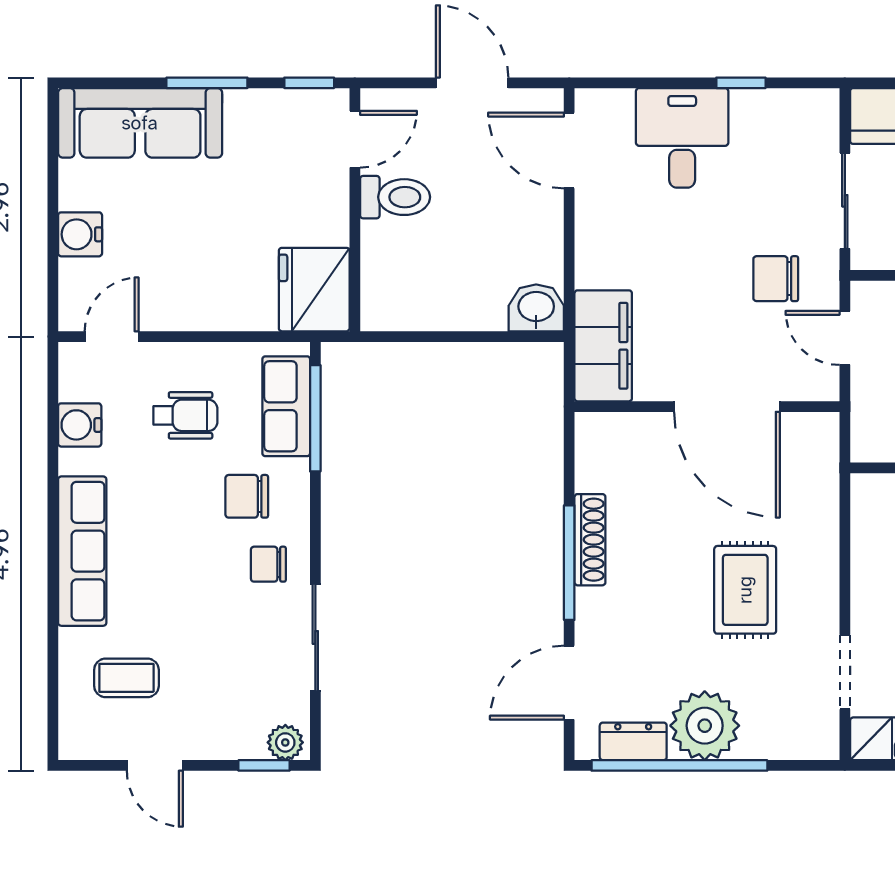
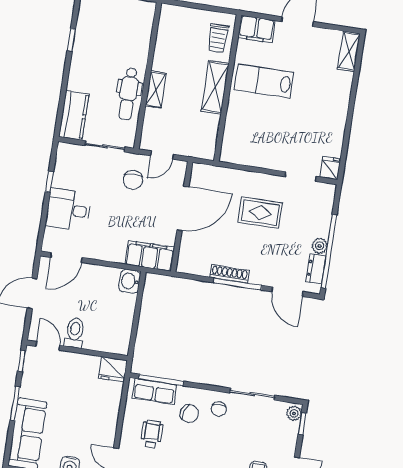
fridge: (314, 290) -> (113, 369), width x0.73, depth x0.75
chair: (247, 496) -> (189, 414), turned -72
plant: (705, 726) -> (320, 246), width x0.53, depth x0.53

